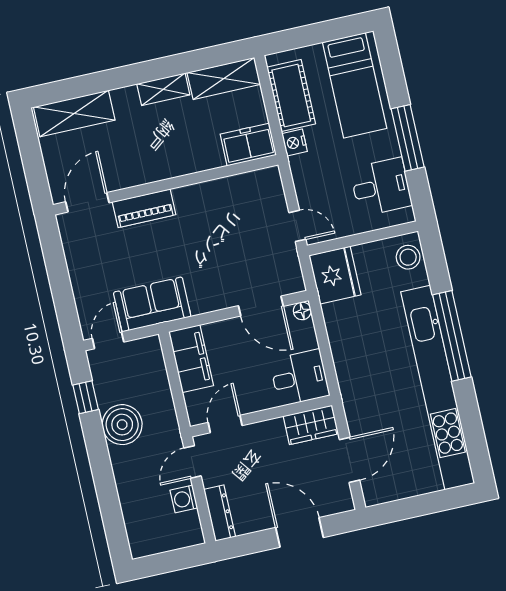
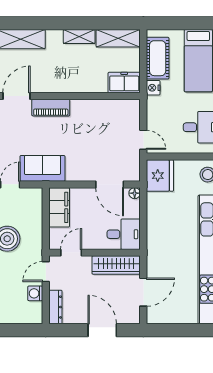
wardrobe: (311, 425) -> (116, 265), width x1.50

